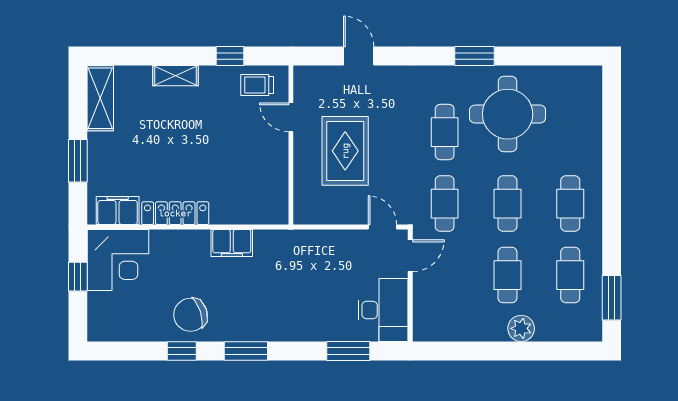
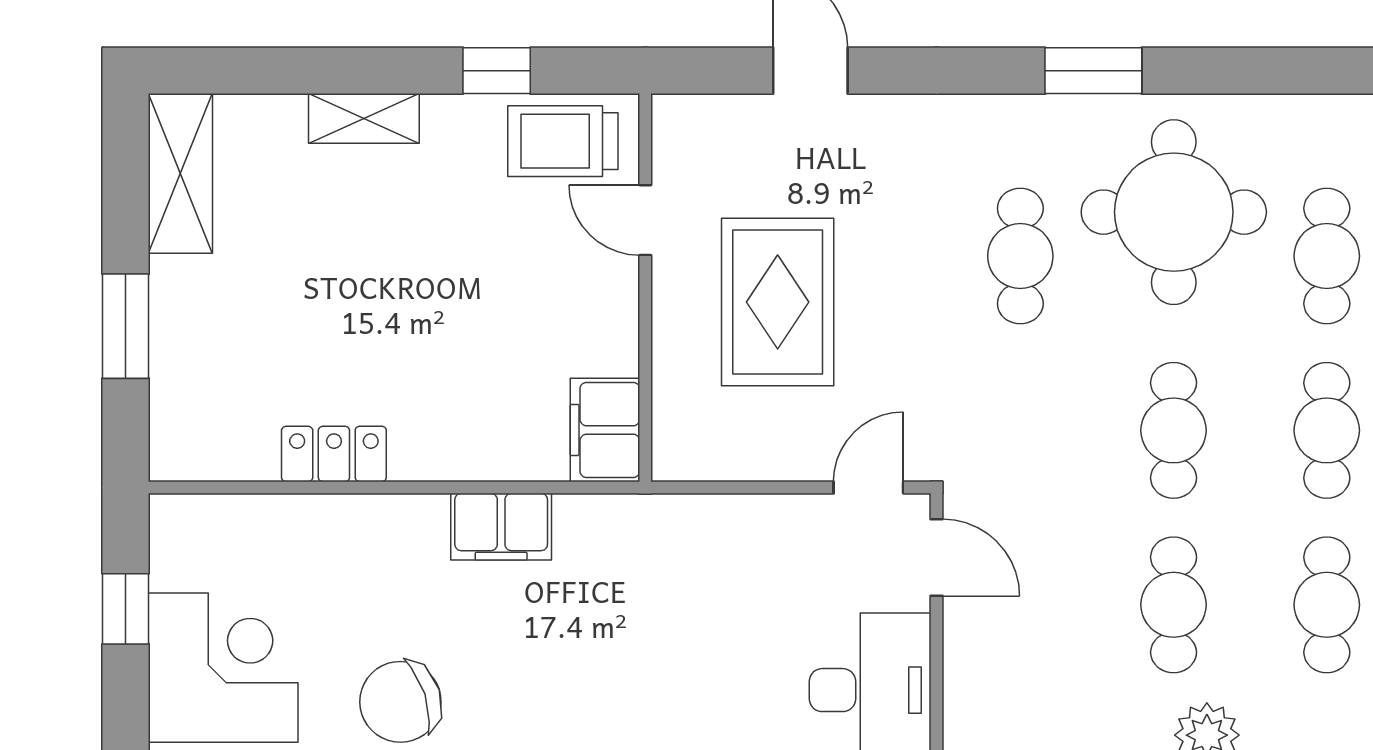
trolley: (257, 85) -> (563, 141), width x1.36, depth x1.39
cafe table: (445, 204) -> (1327, 256), moved
filing cabinet: (118, 210) -> (605, 430), moved, turned -90
locker: (175, 213) -> (334, 454), width x0.66
door: (382, 227) -> (868, 488), hinge flipped
door: (410, 256) -> (937, 557), hinge flipped
corner desk: (118, 260) -> (223, 668), moved, turned -90

